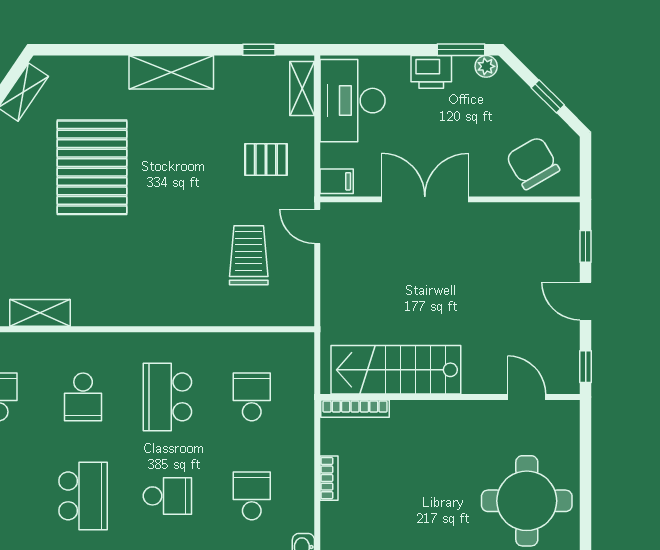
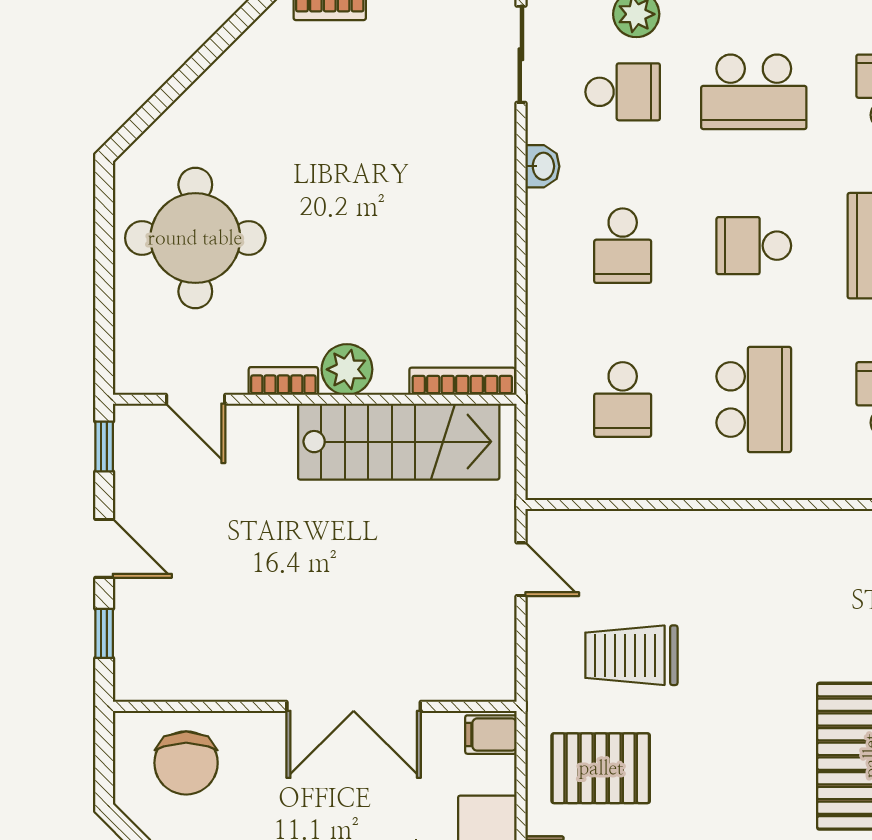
pallet: (266, 160) -> (601, 768), width x1.50, depth x1.42
chair: (533, 163) -> (186, 763), turned 30
door: (317, 226) -> (521, 569), moved
trolley: (249, 255) -> (631, 655), moved, turned 90
plant: (429, 416) -> (347, 369), added
bookcase: (329, 478) -> (283, 381), moved, turned 90

